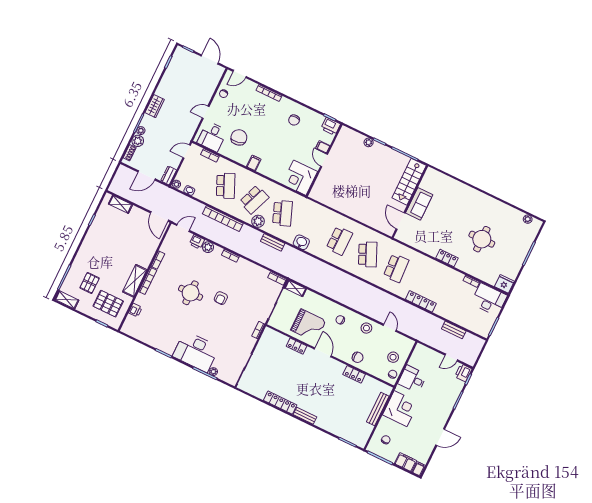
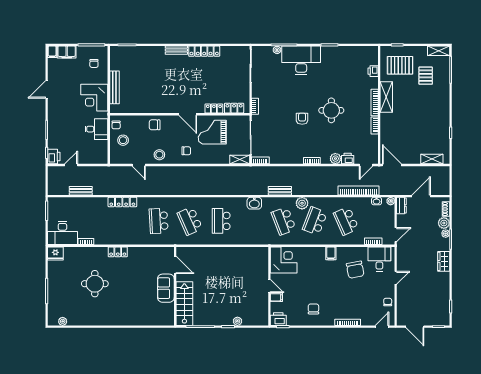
bookcase: (223, 219) -> (359, 190), moved
locker: (354, 374) -> (234, 108), moved

